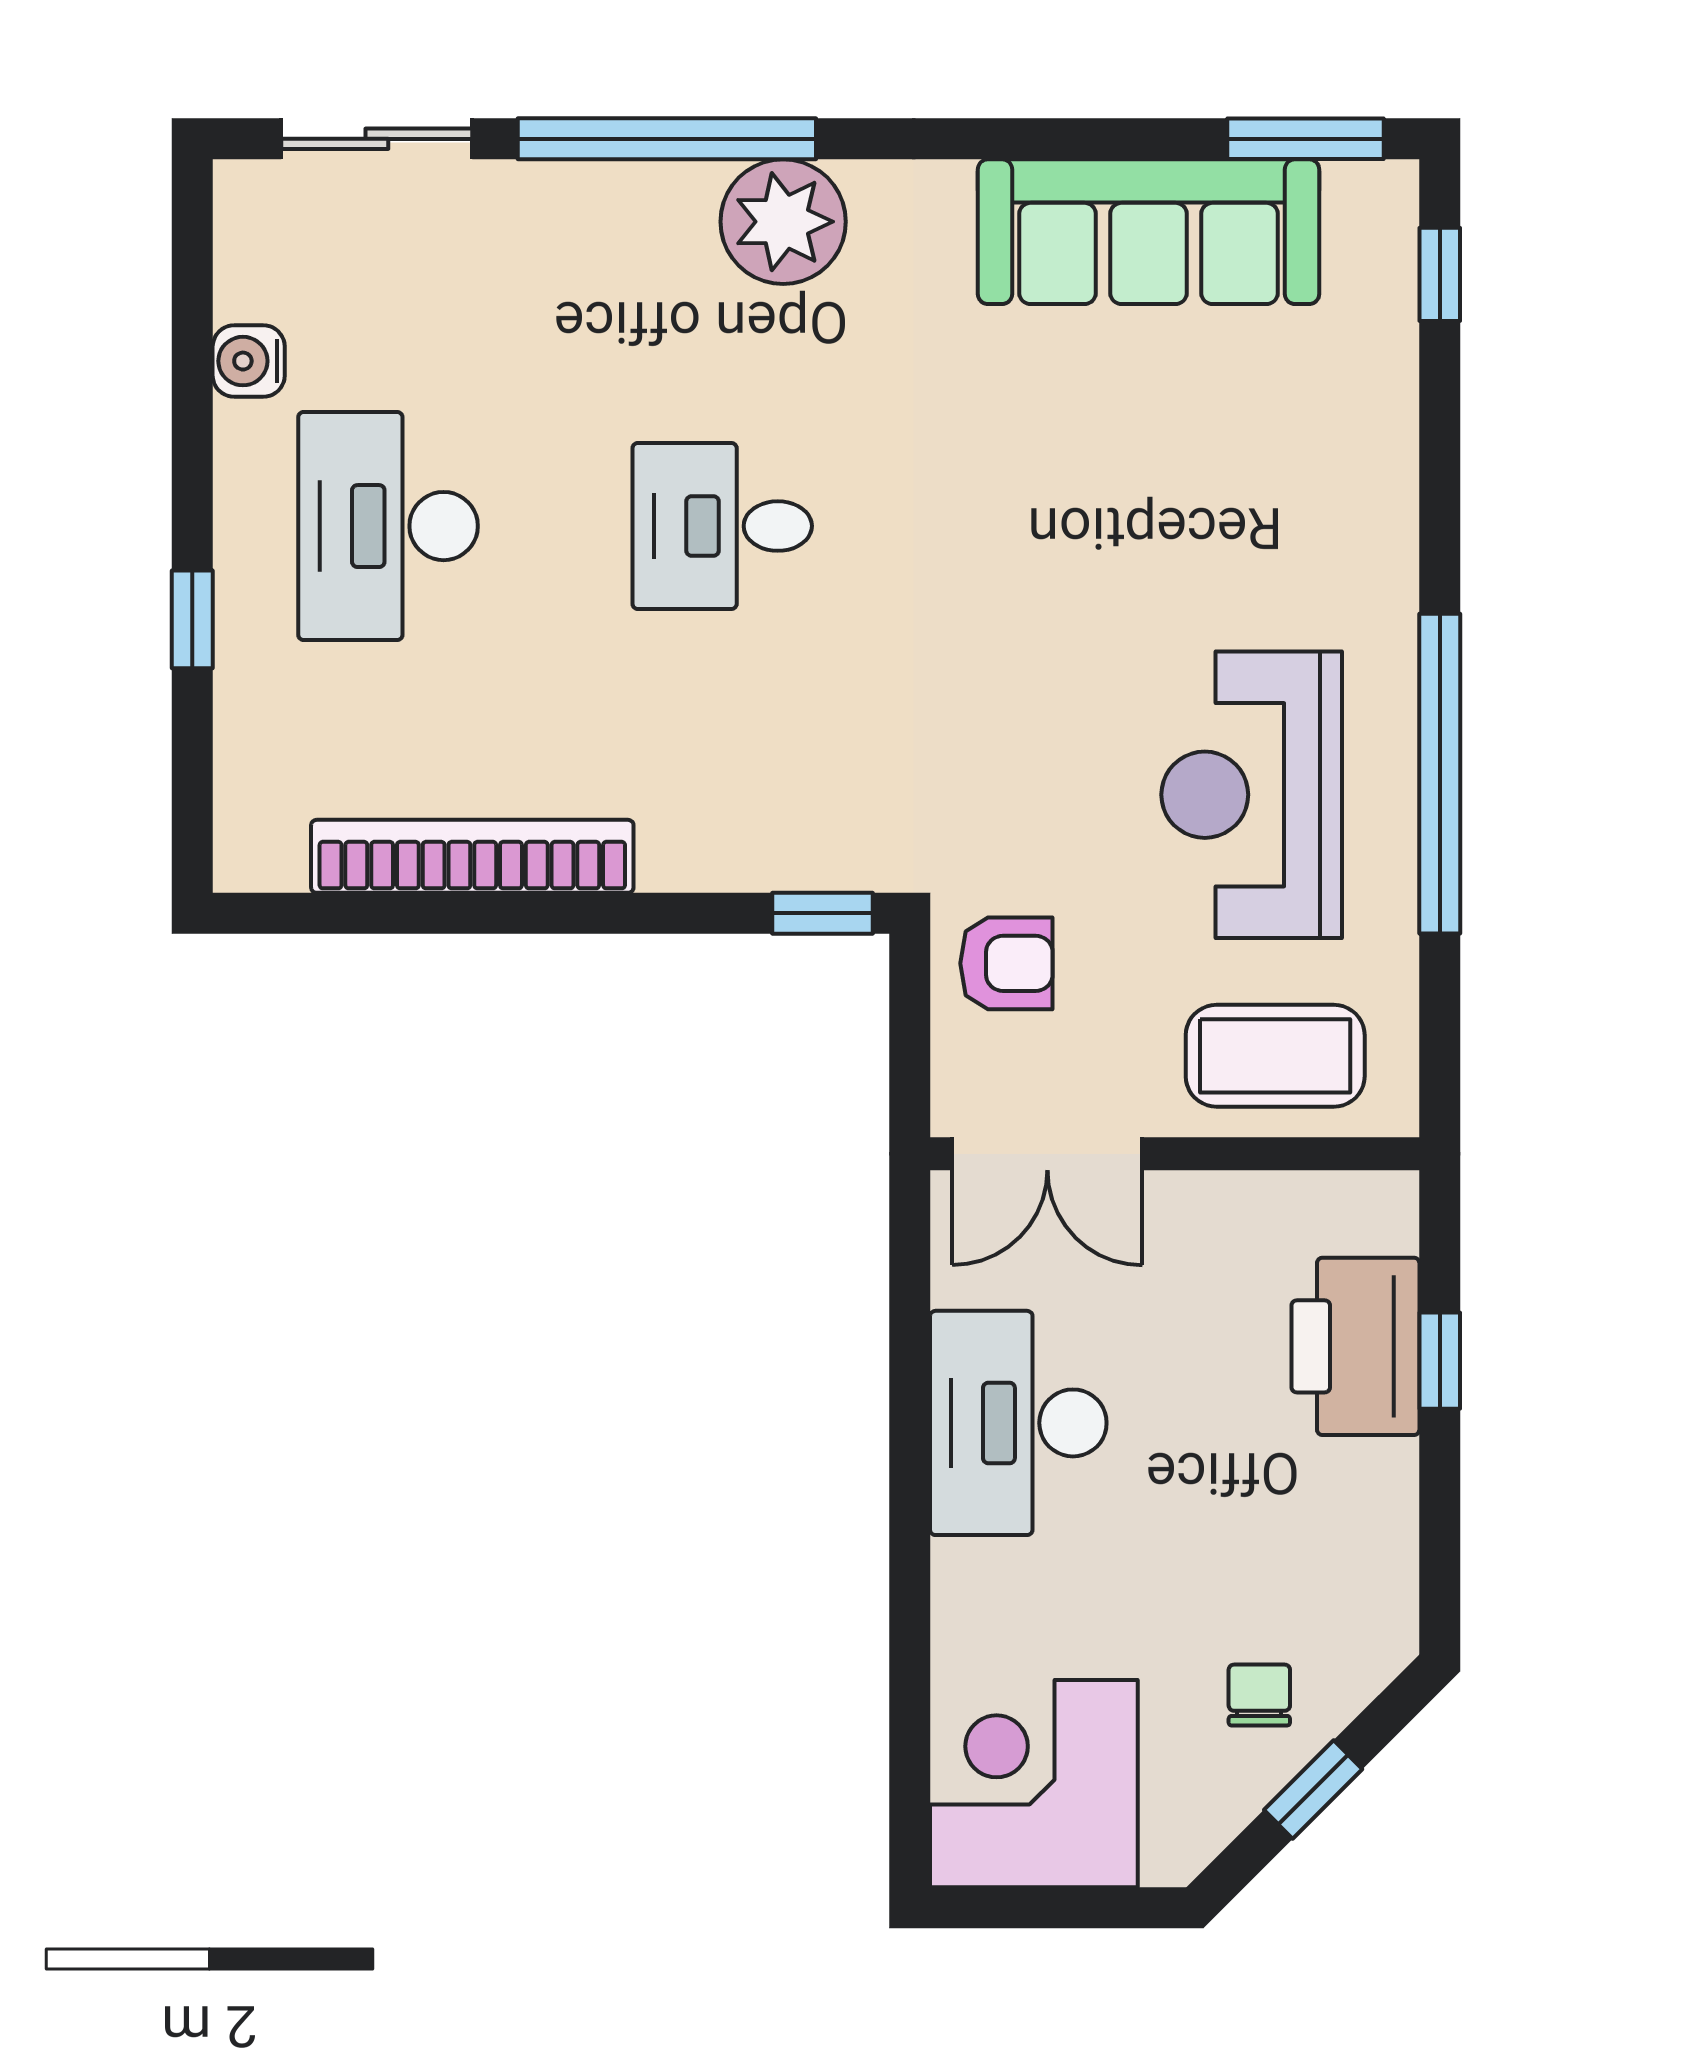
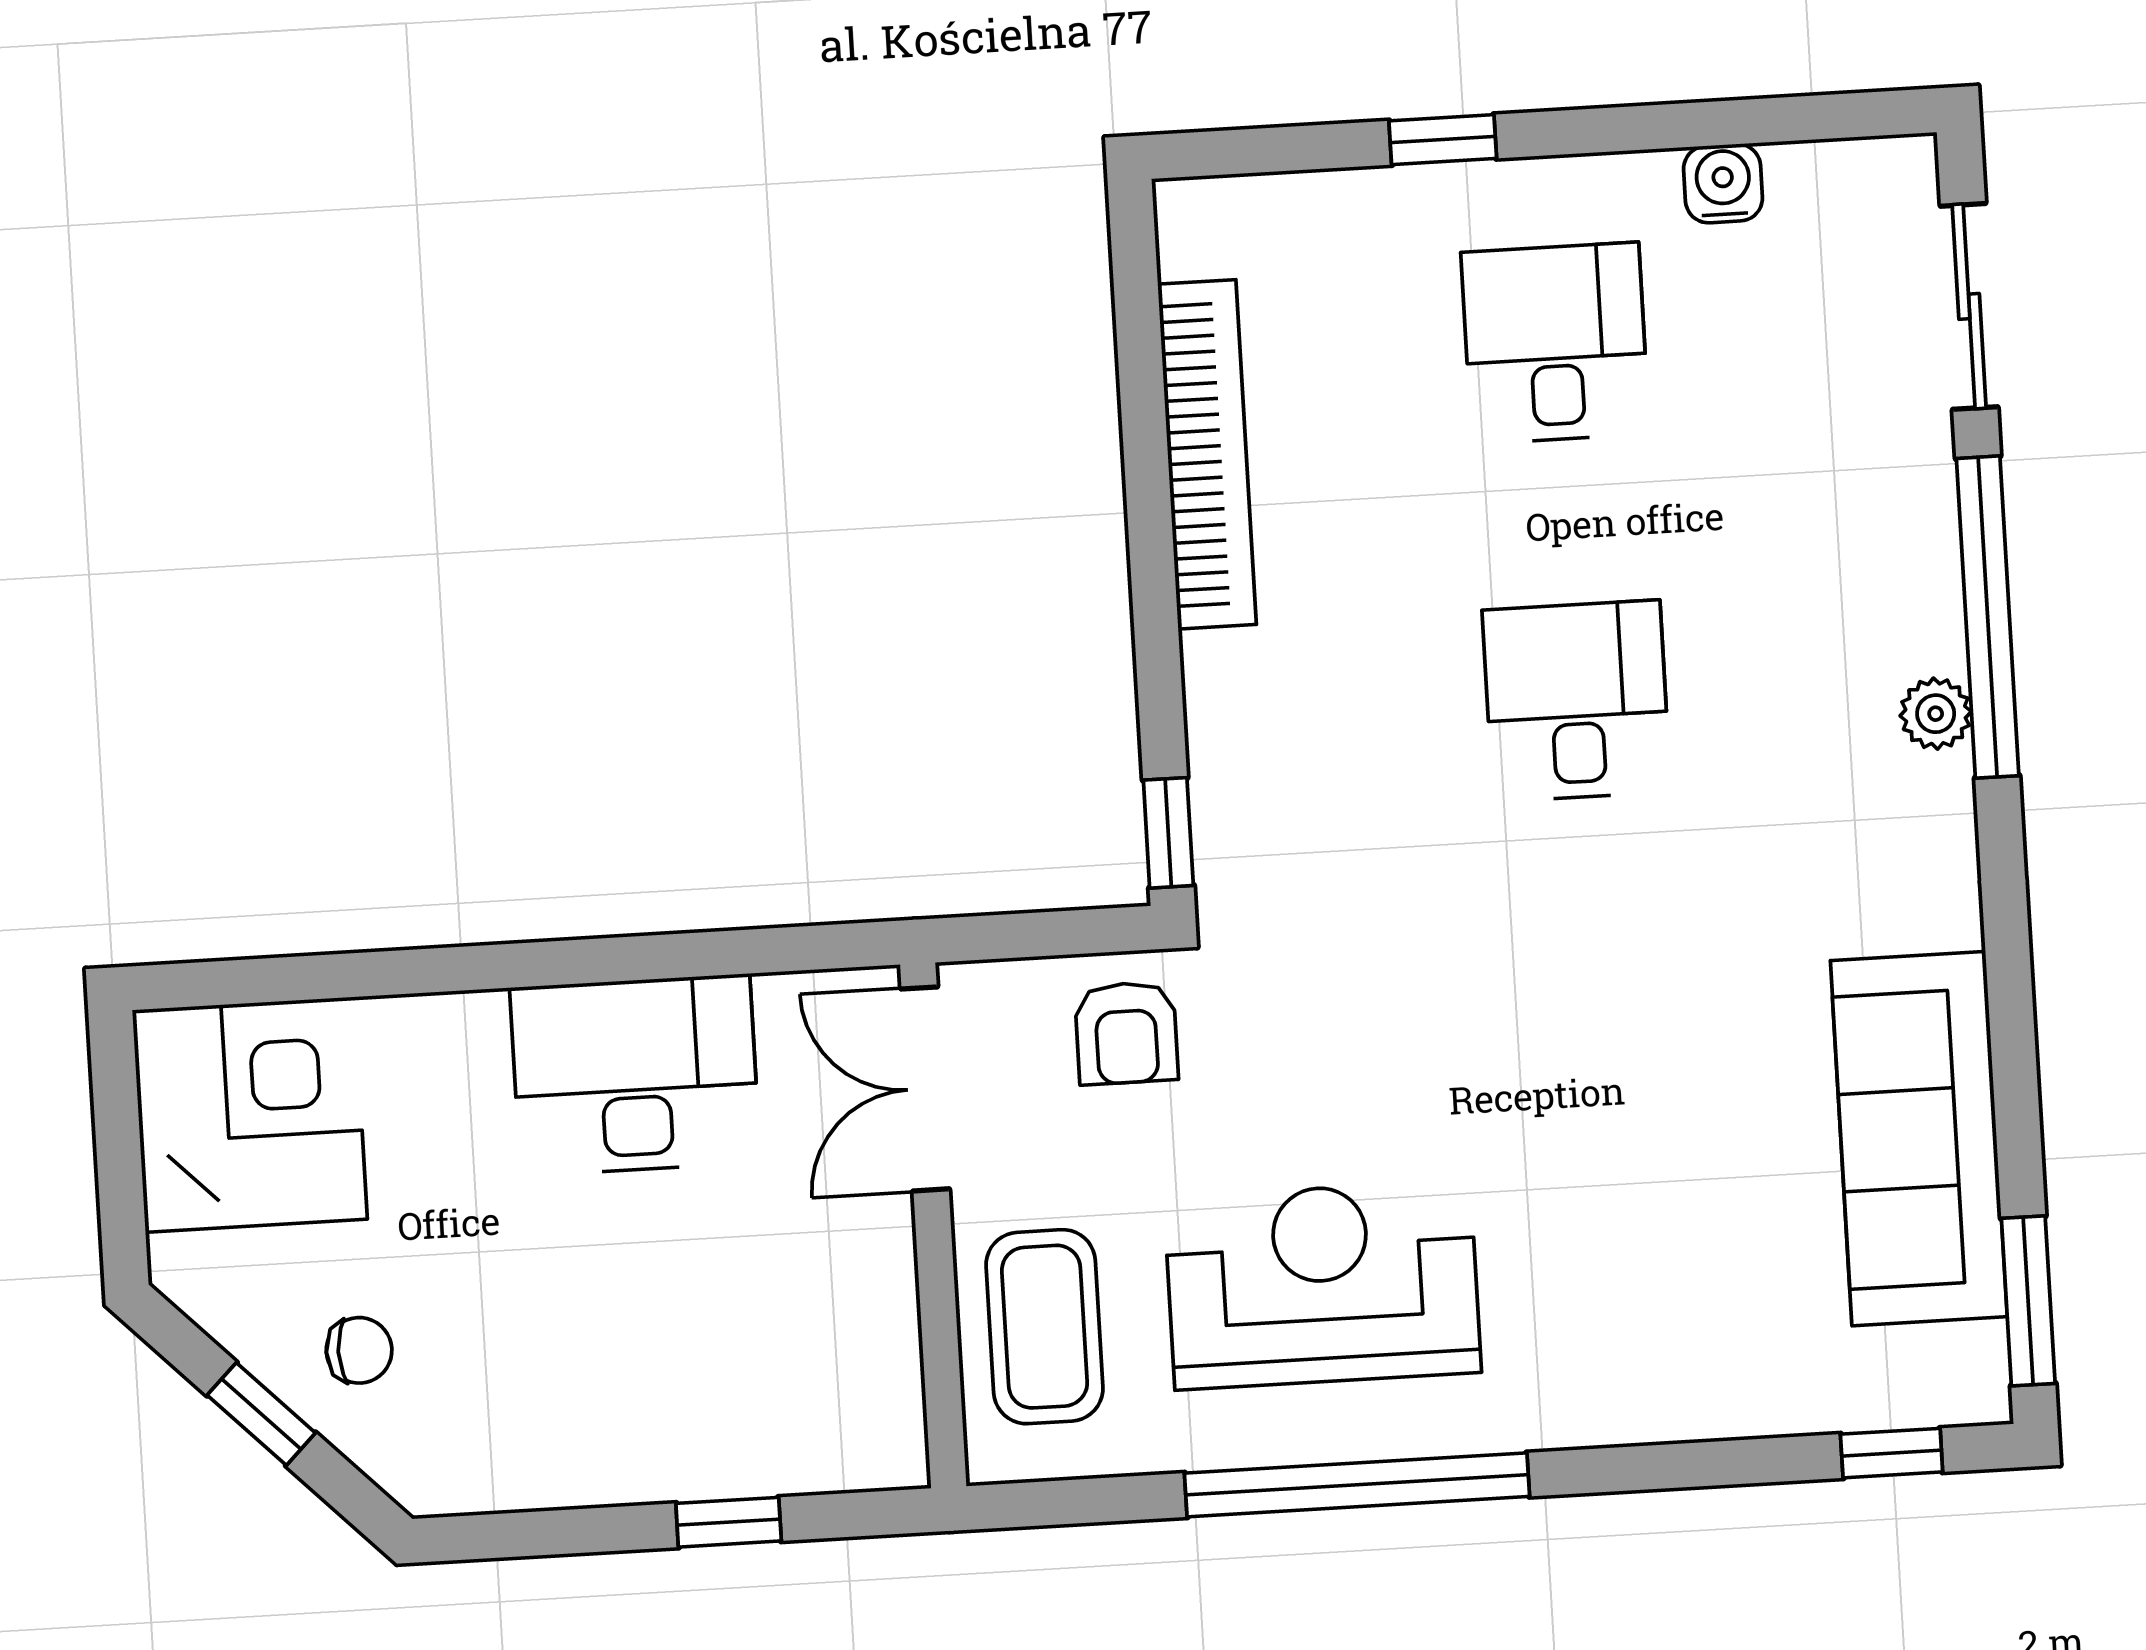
plant: (783, 222) -> (1936, 714), width x0.53, depth x0.53
desk: (388, 526) -> (1555, 343), width x0.73
printer: (1355, 1346) -> (738, 1431), removed

